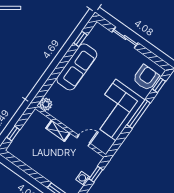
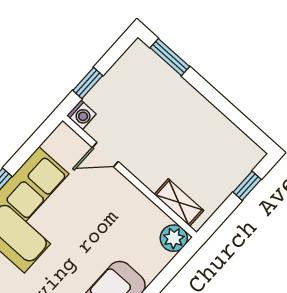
shelving: (58, 131) -> (179, 202), moved
washing machine: (83, 178) -> (81, 115), moved

